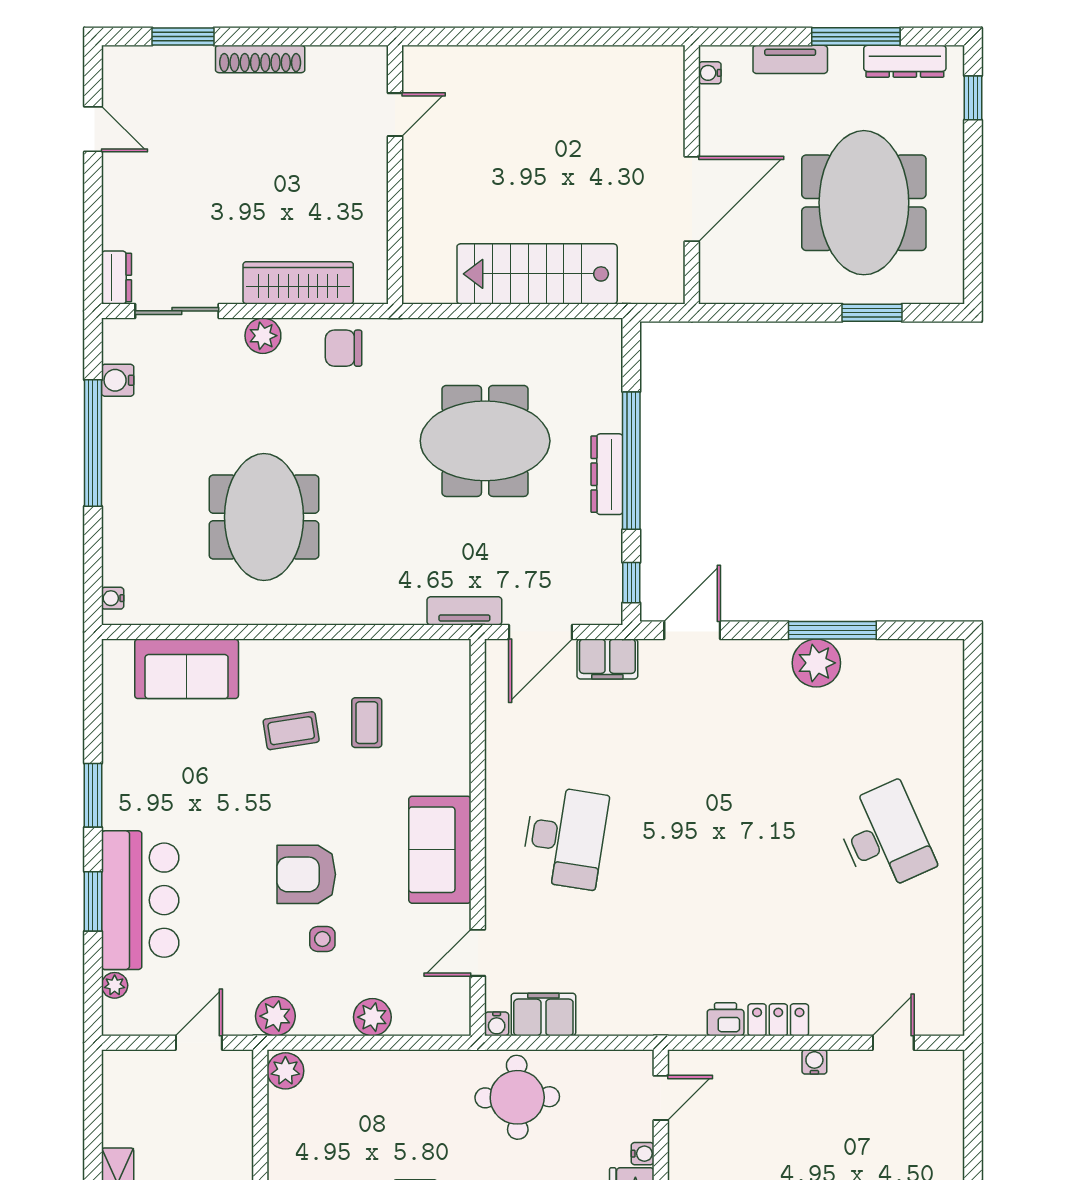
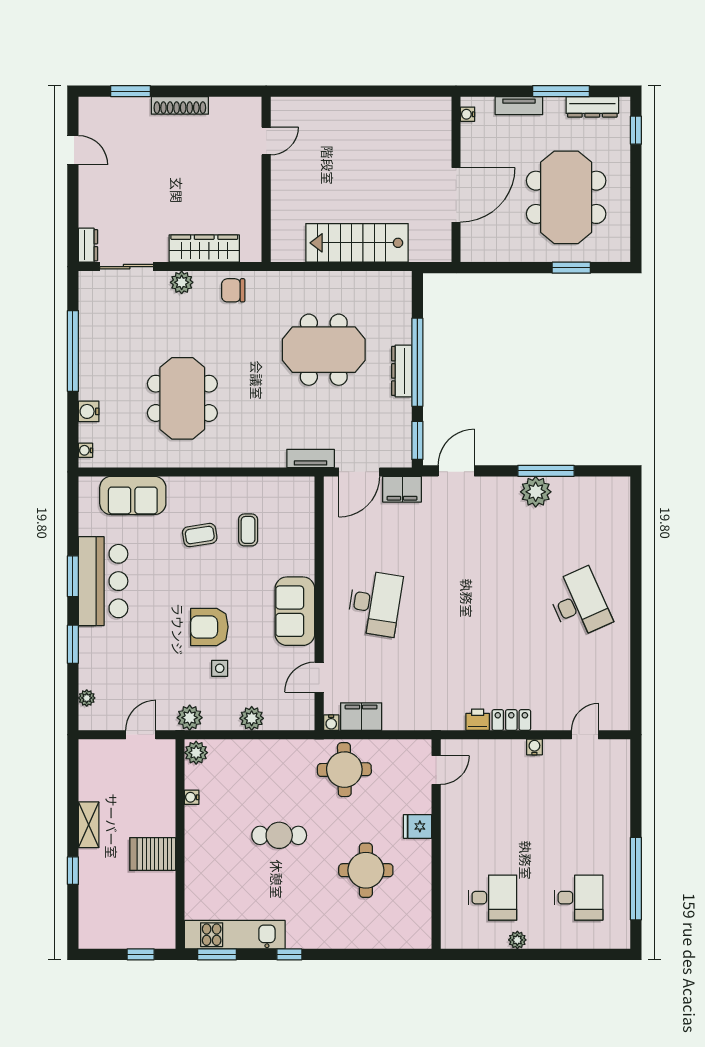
water cooler: (118, 380) -> (89, 411), moved
window: (631, 583) -> (417, 440), width x1.50
bar counter: (140, 900) -> (103, 581), moved
water cooler: (643, 1154) -> (192, 797), moved, turned 180

